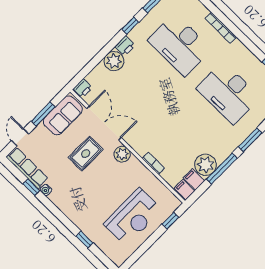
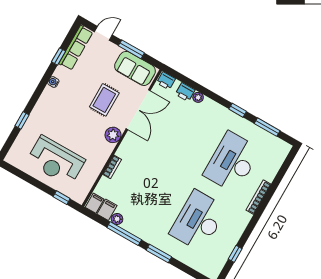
printer: (125, 46) -> (185, 92), moved
plant: (114, 61) -> (198, 97), width x0.53, depth x0.53
rug: (86, 154) -> (104, 100), turned 90
plant: (206, 165) -> (117, 219), width x0.53, depth x0.53
water cooler: (46, 190) -> (53, 82), moved

